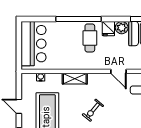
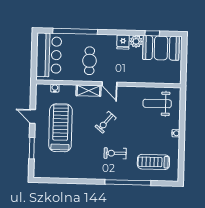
window: (78, 19) -> (75, 31), moved
cafe table: (90, 38) -> (89, 61), moved
door: (119, 71) -> (110, 84), moved

